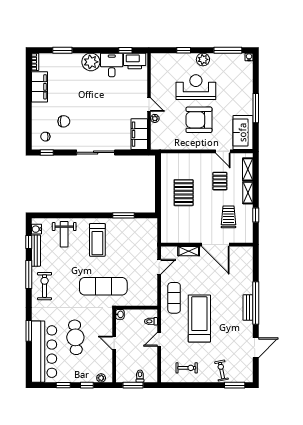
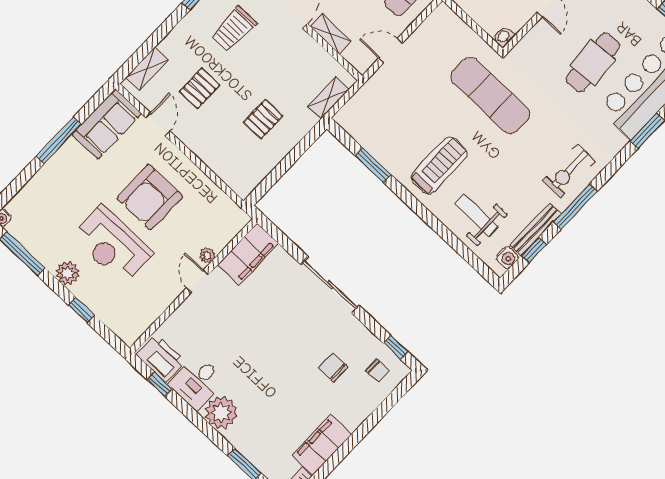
armchair: (199, 120) -> (150, 197), turned 90
pallet: (184, 193) -> (263, 119), width x0.67, depth x0.71
shelving: (248, 193) -> (329, 98), moved
weight bench: (64, 234) -> (476, 215), turned -90

